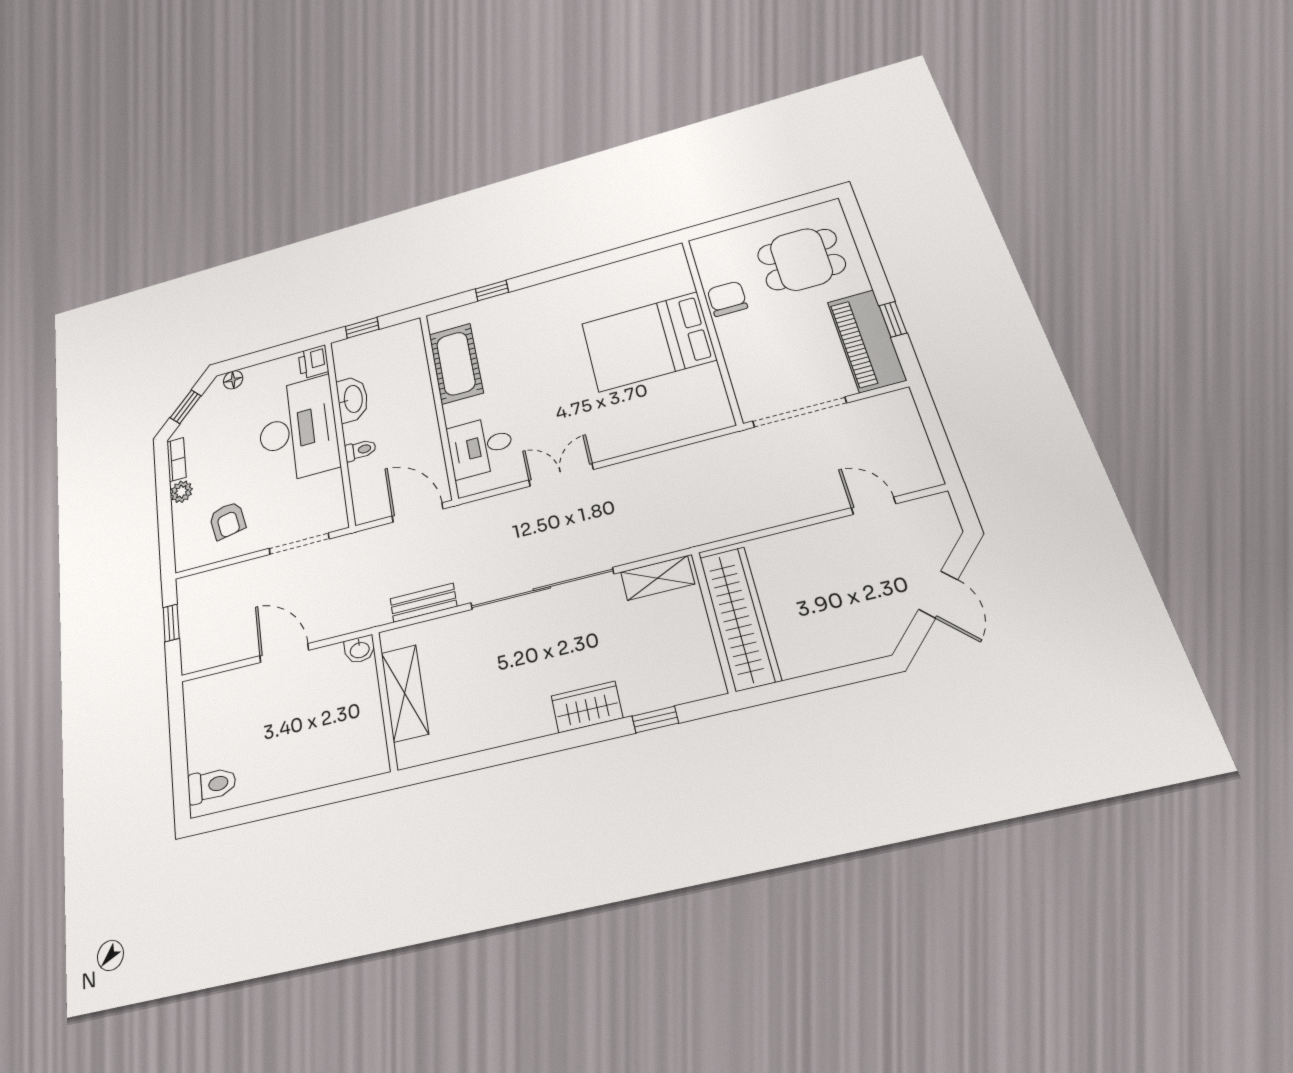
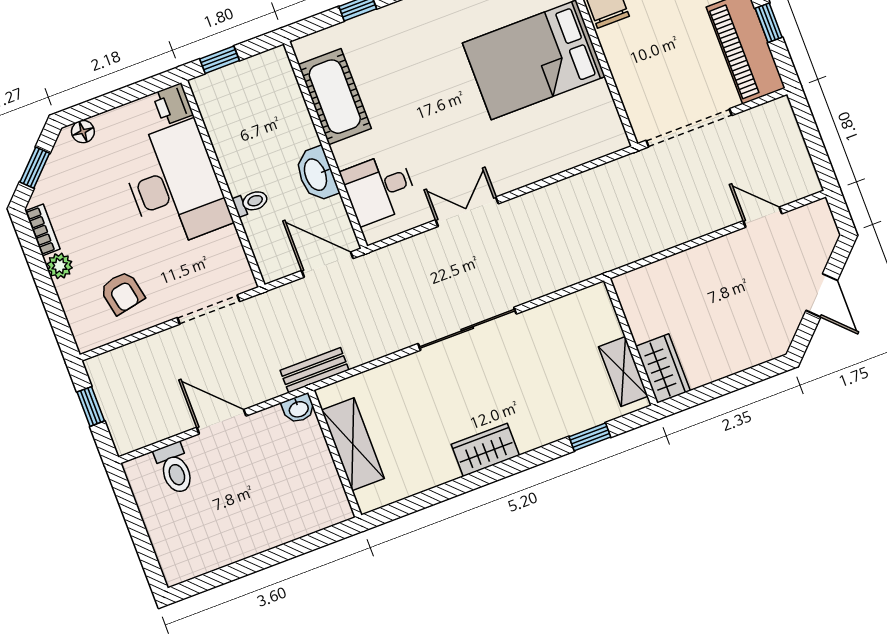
washbasin: (352, 399) -> (316, 174), moved, turned 180
shelving: (658, 578) -> (623, 371), moved, turned 90
sliding door: (542, 589) -> (467, 329), width x0.73
bench: (424, 603) -> (315, 370), moved
wardrobe: (740, 618) -> (663, 369), width x0.48, depth x0.85
wardrobe: (587, 707) -> (485, 450), moved
toilet: (212, 785) -> (175, 468), moved, turned 90

